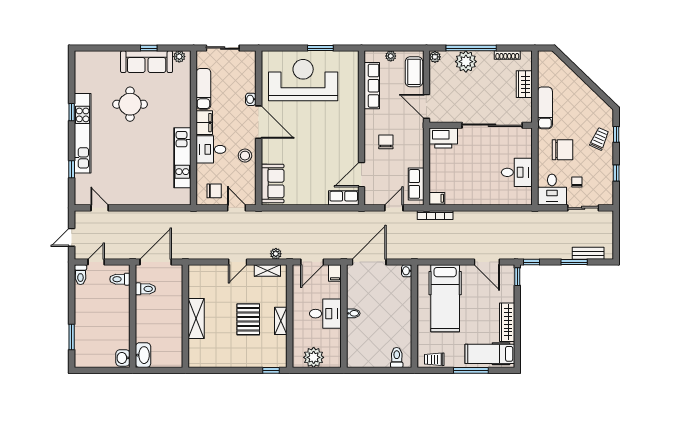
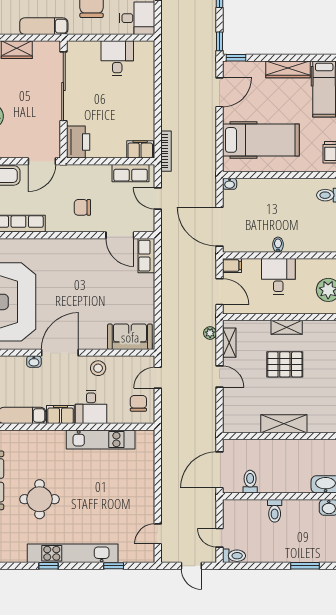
filing cabinet: (437, 198) -> (140, 149), width x2.00
door: (156, 262) -> (219, 470), hinge flipped
toilet: (120, 279) -> (275, 511), moved

